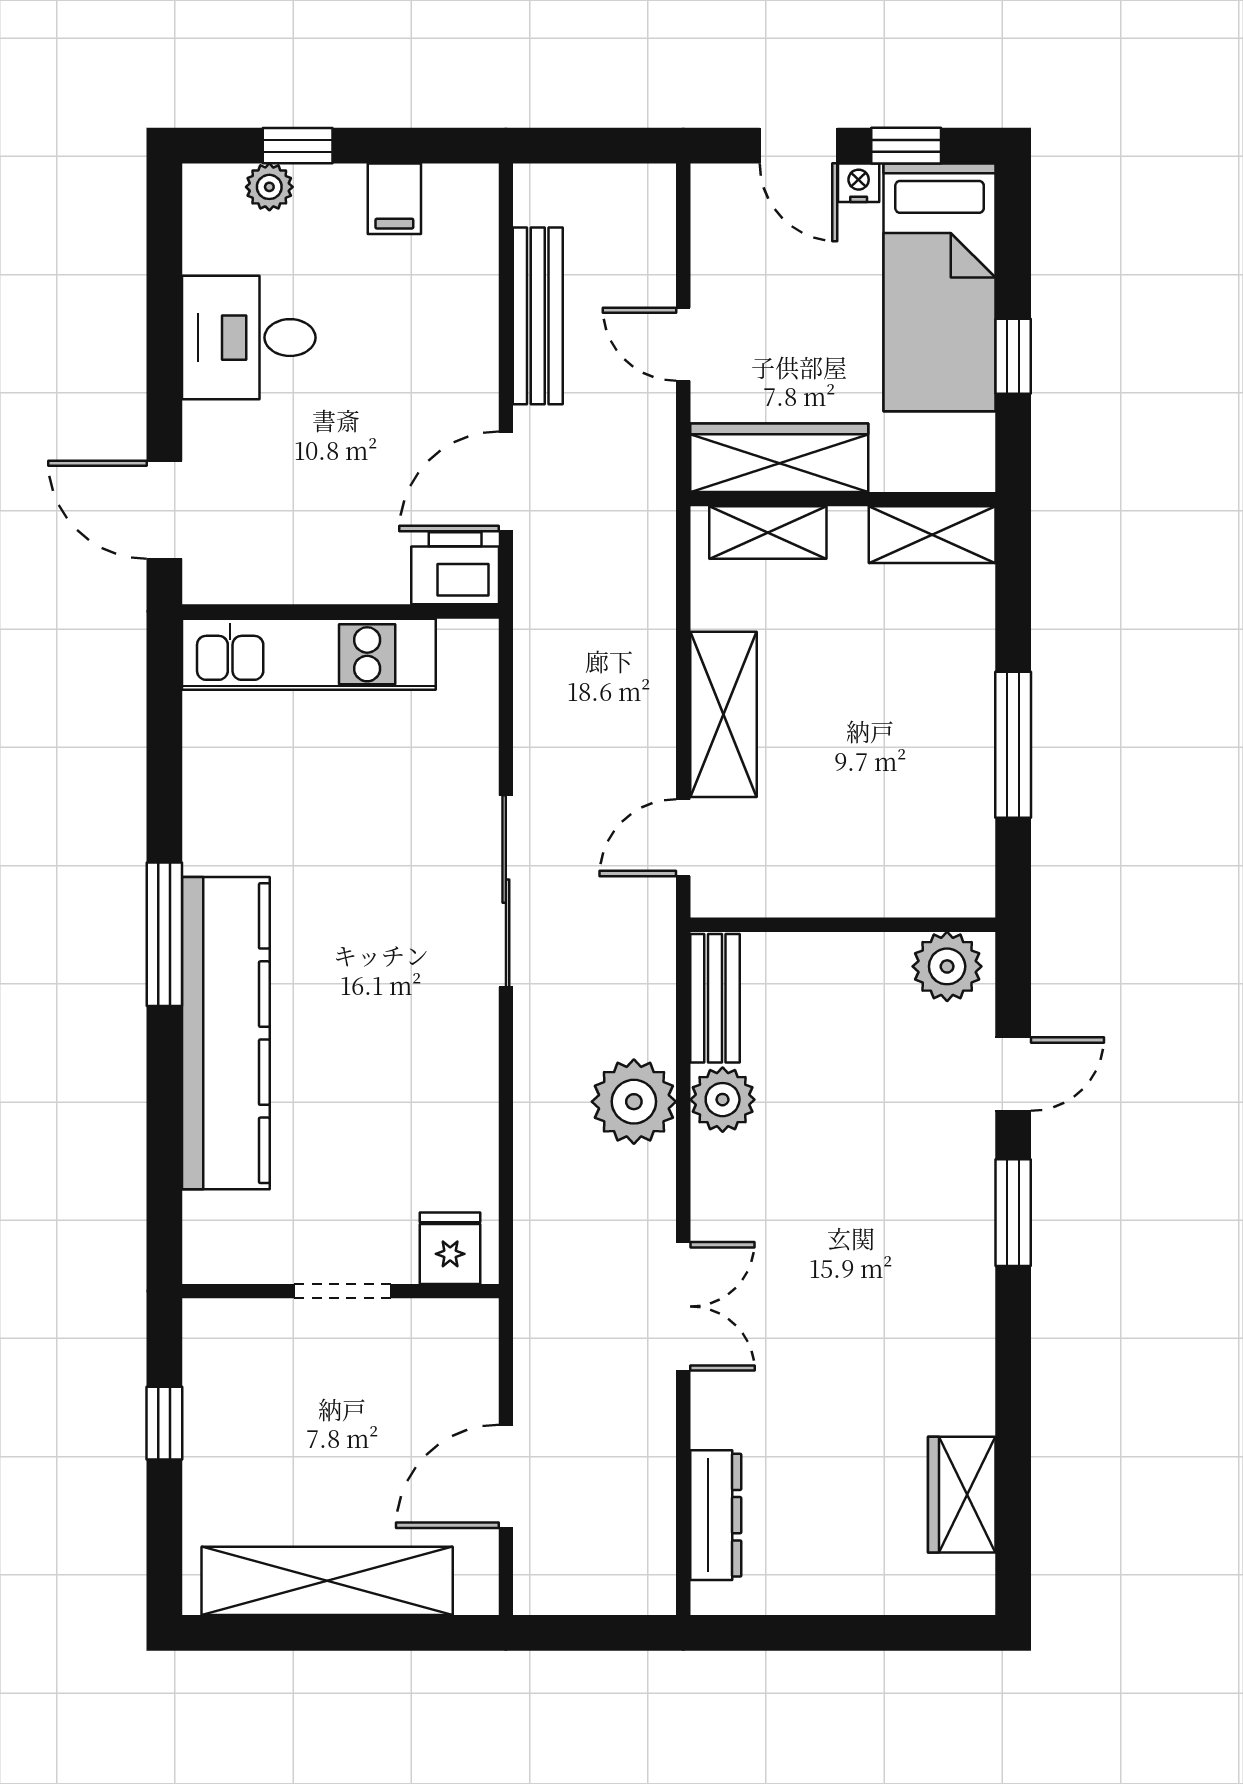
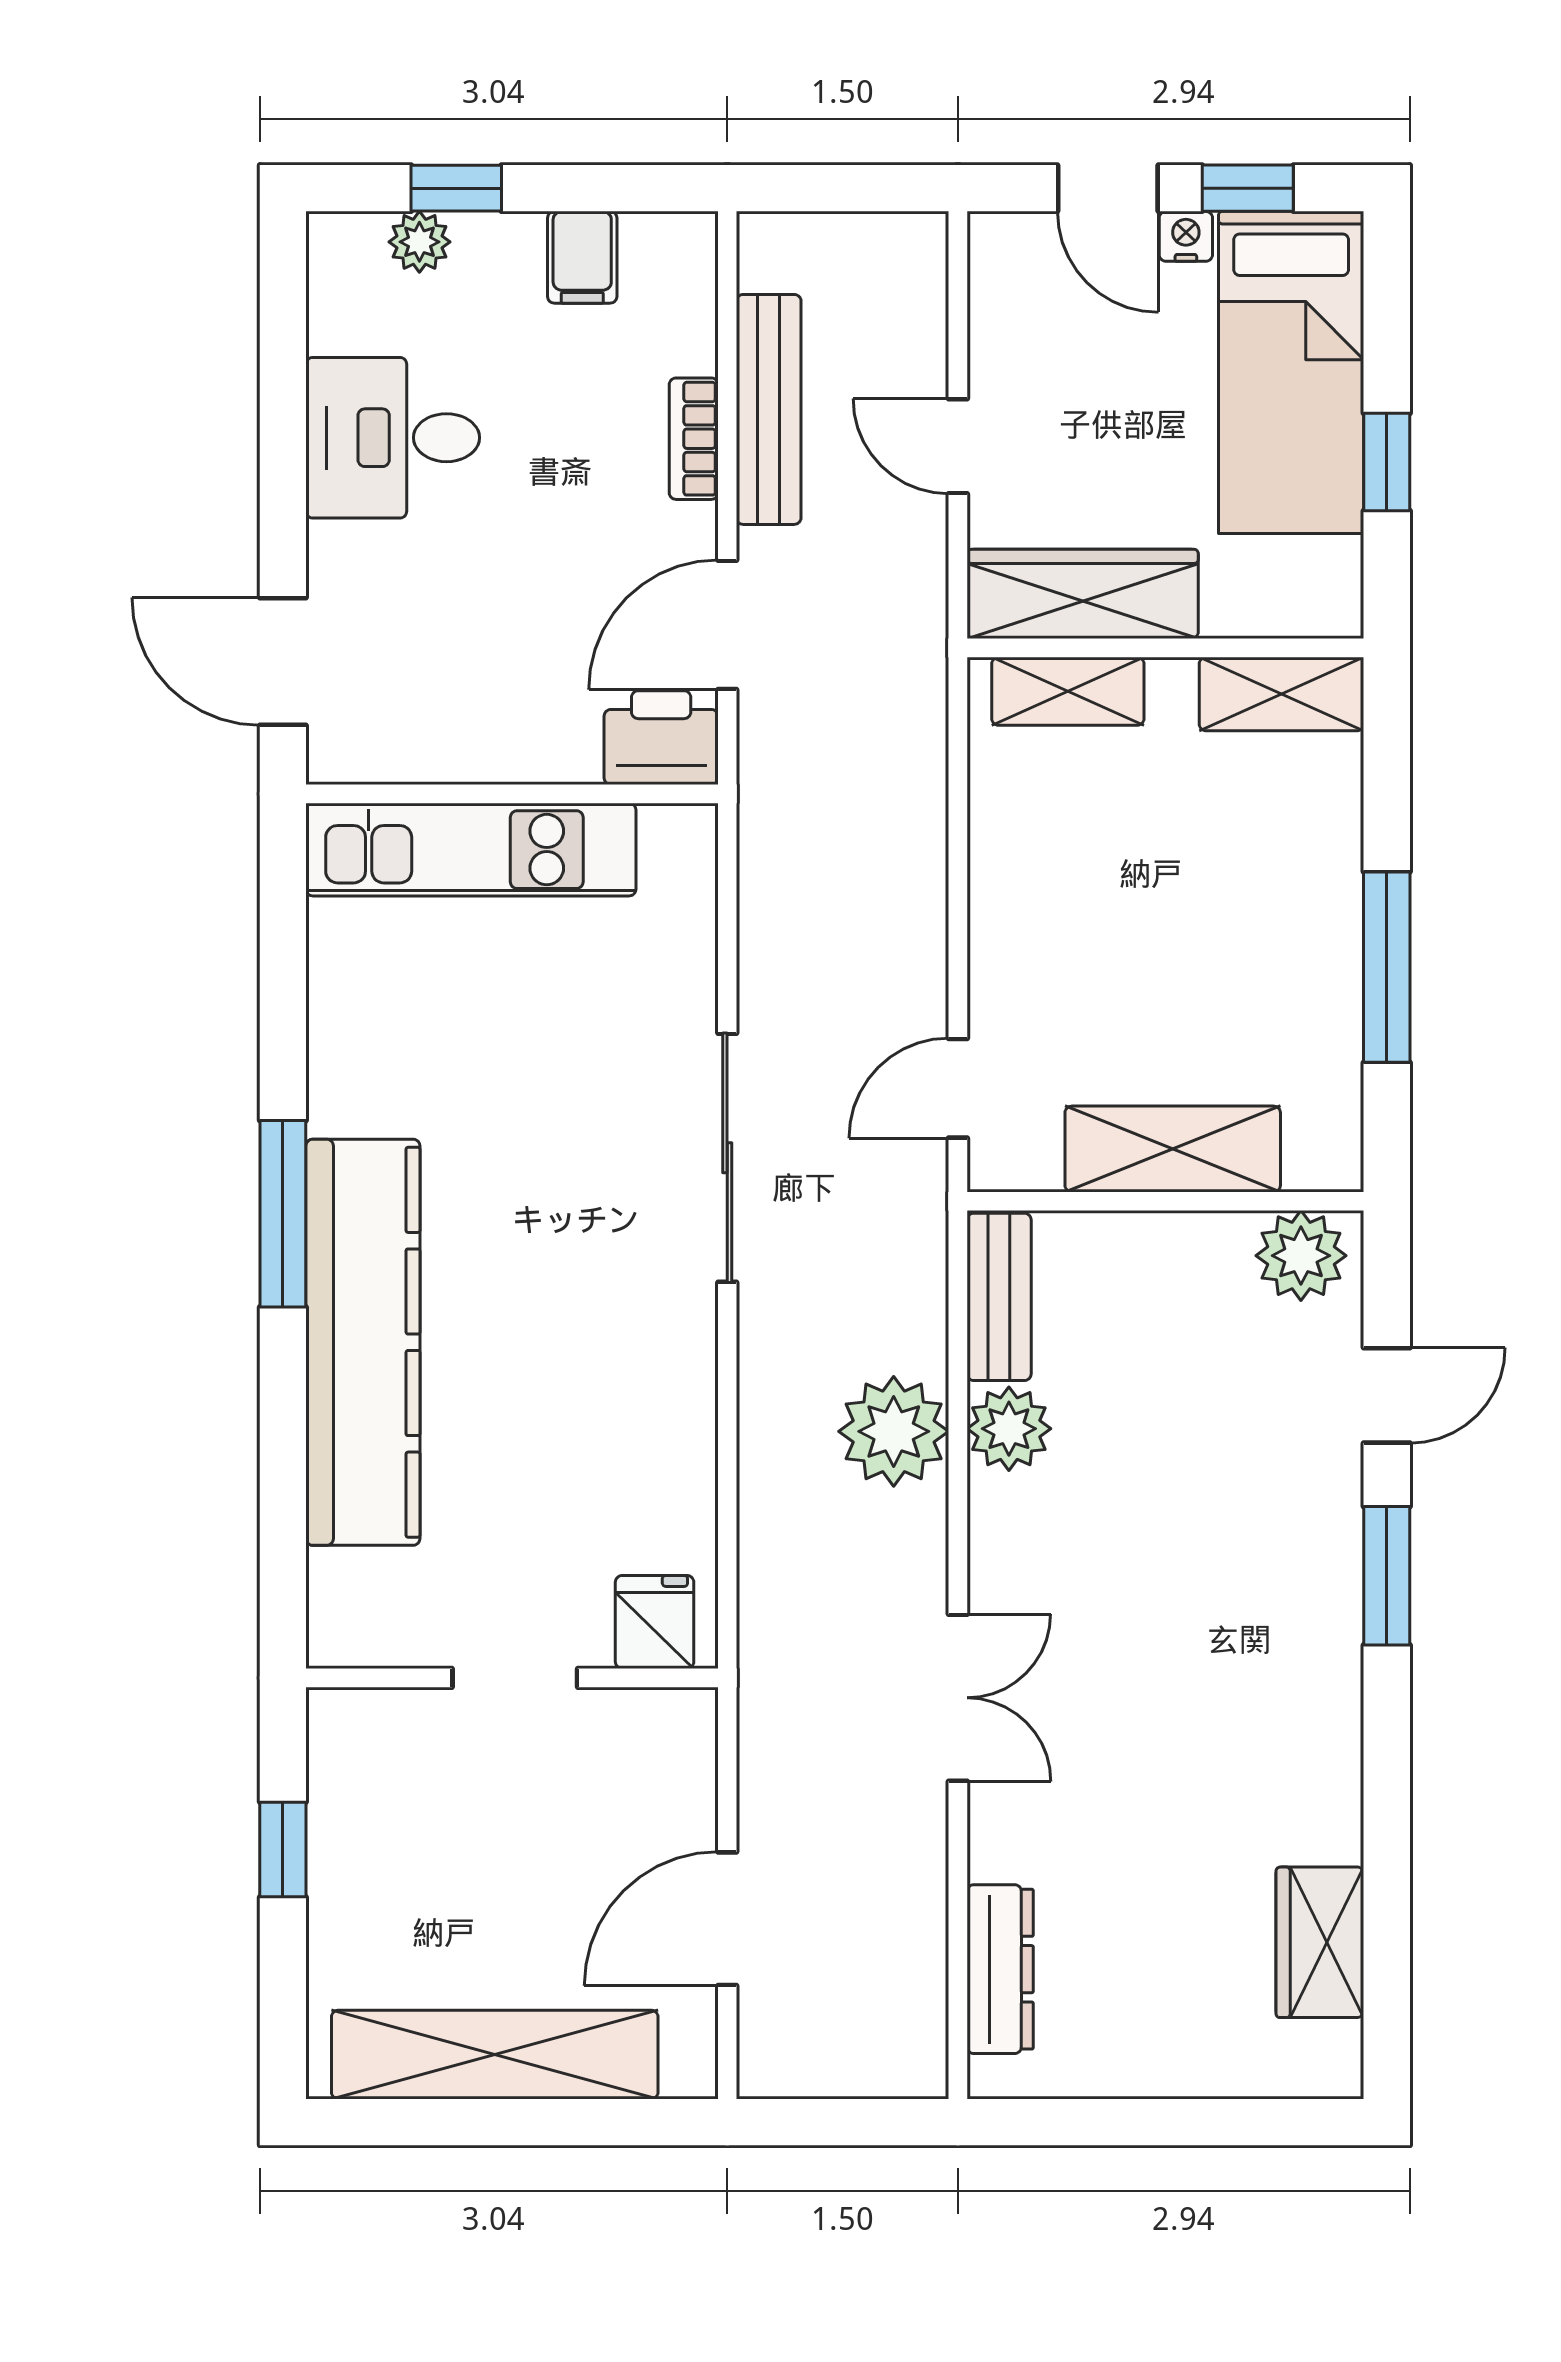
bookcase: (480, 338) -> (694, 439), added
shelving: (723, 714) -> (1173, 1149), moved, turned 90

